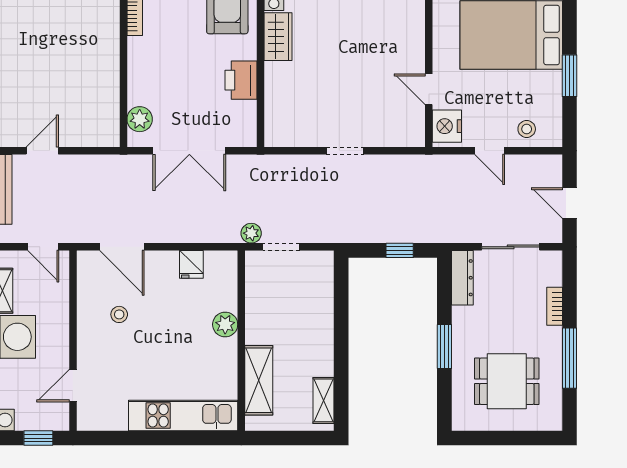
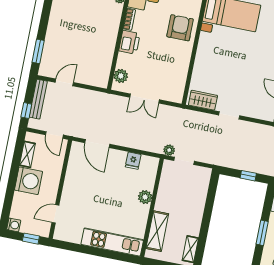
wardrobe: (278, 37) -> (203, 100), moved, turned -90
printer: (241, 80) -> (129, 42), moved, turned 180
double door: (189, 151) -> (144, 98), width x0.73
stool: (119, 314) -> (88, 180), removed

